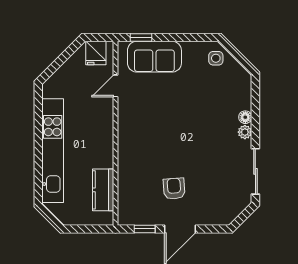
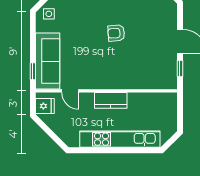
sofa: (154, 57) -> (48, 61), width x1.36
armchair: (174, 189) -> (116, 33), moved
kitchen counter: (103, 190) -> (111, 100), moved

